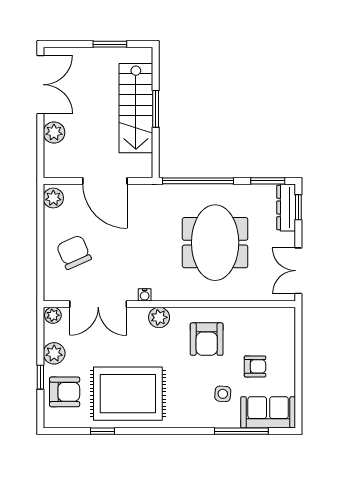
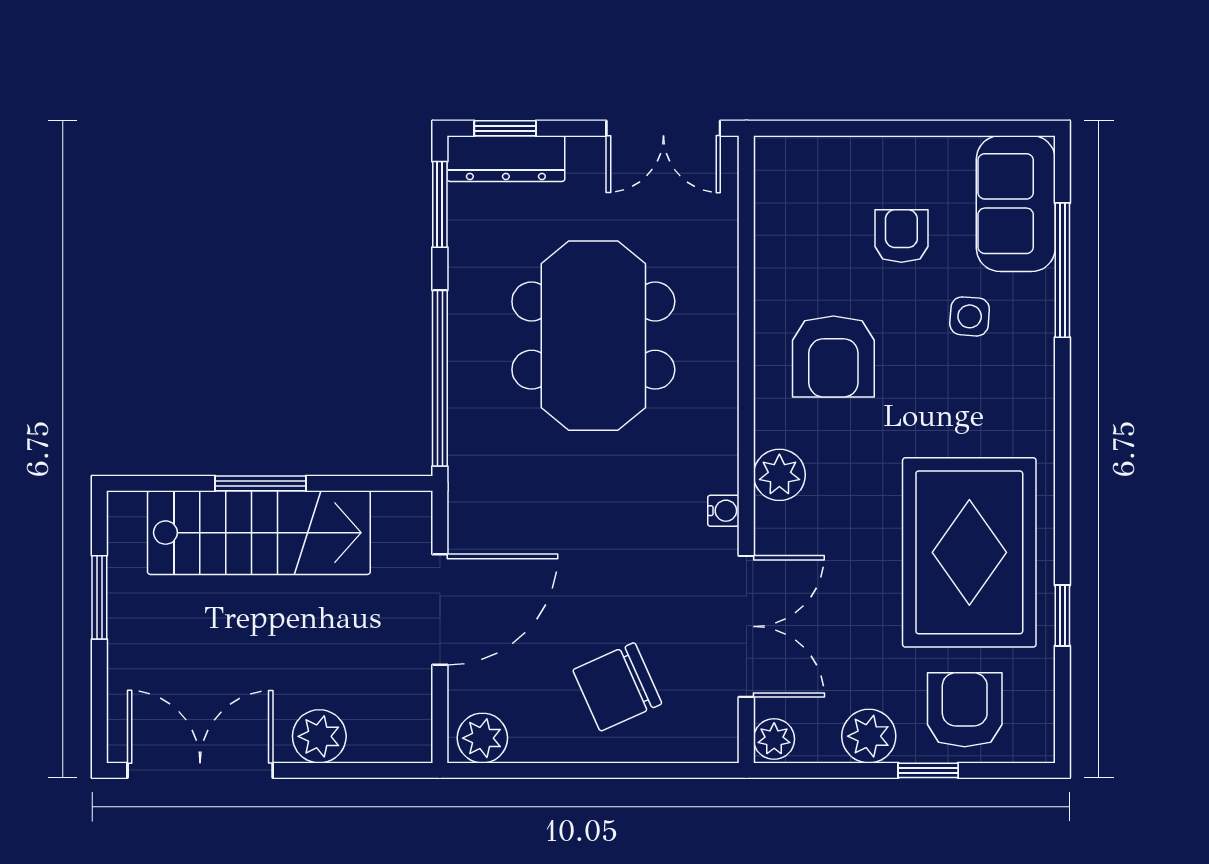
meeting table: (215, 243) -> (593, 336), turned 90
armchair: (207, 339) -> (833, 356), turned 90

